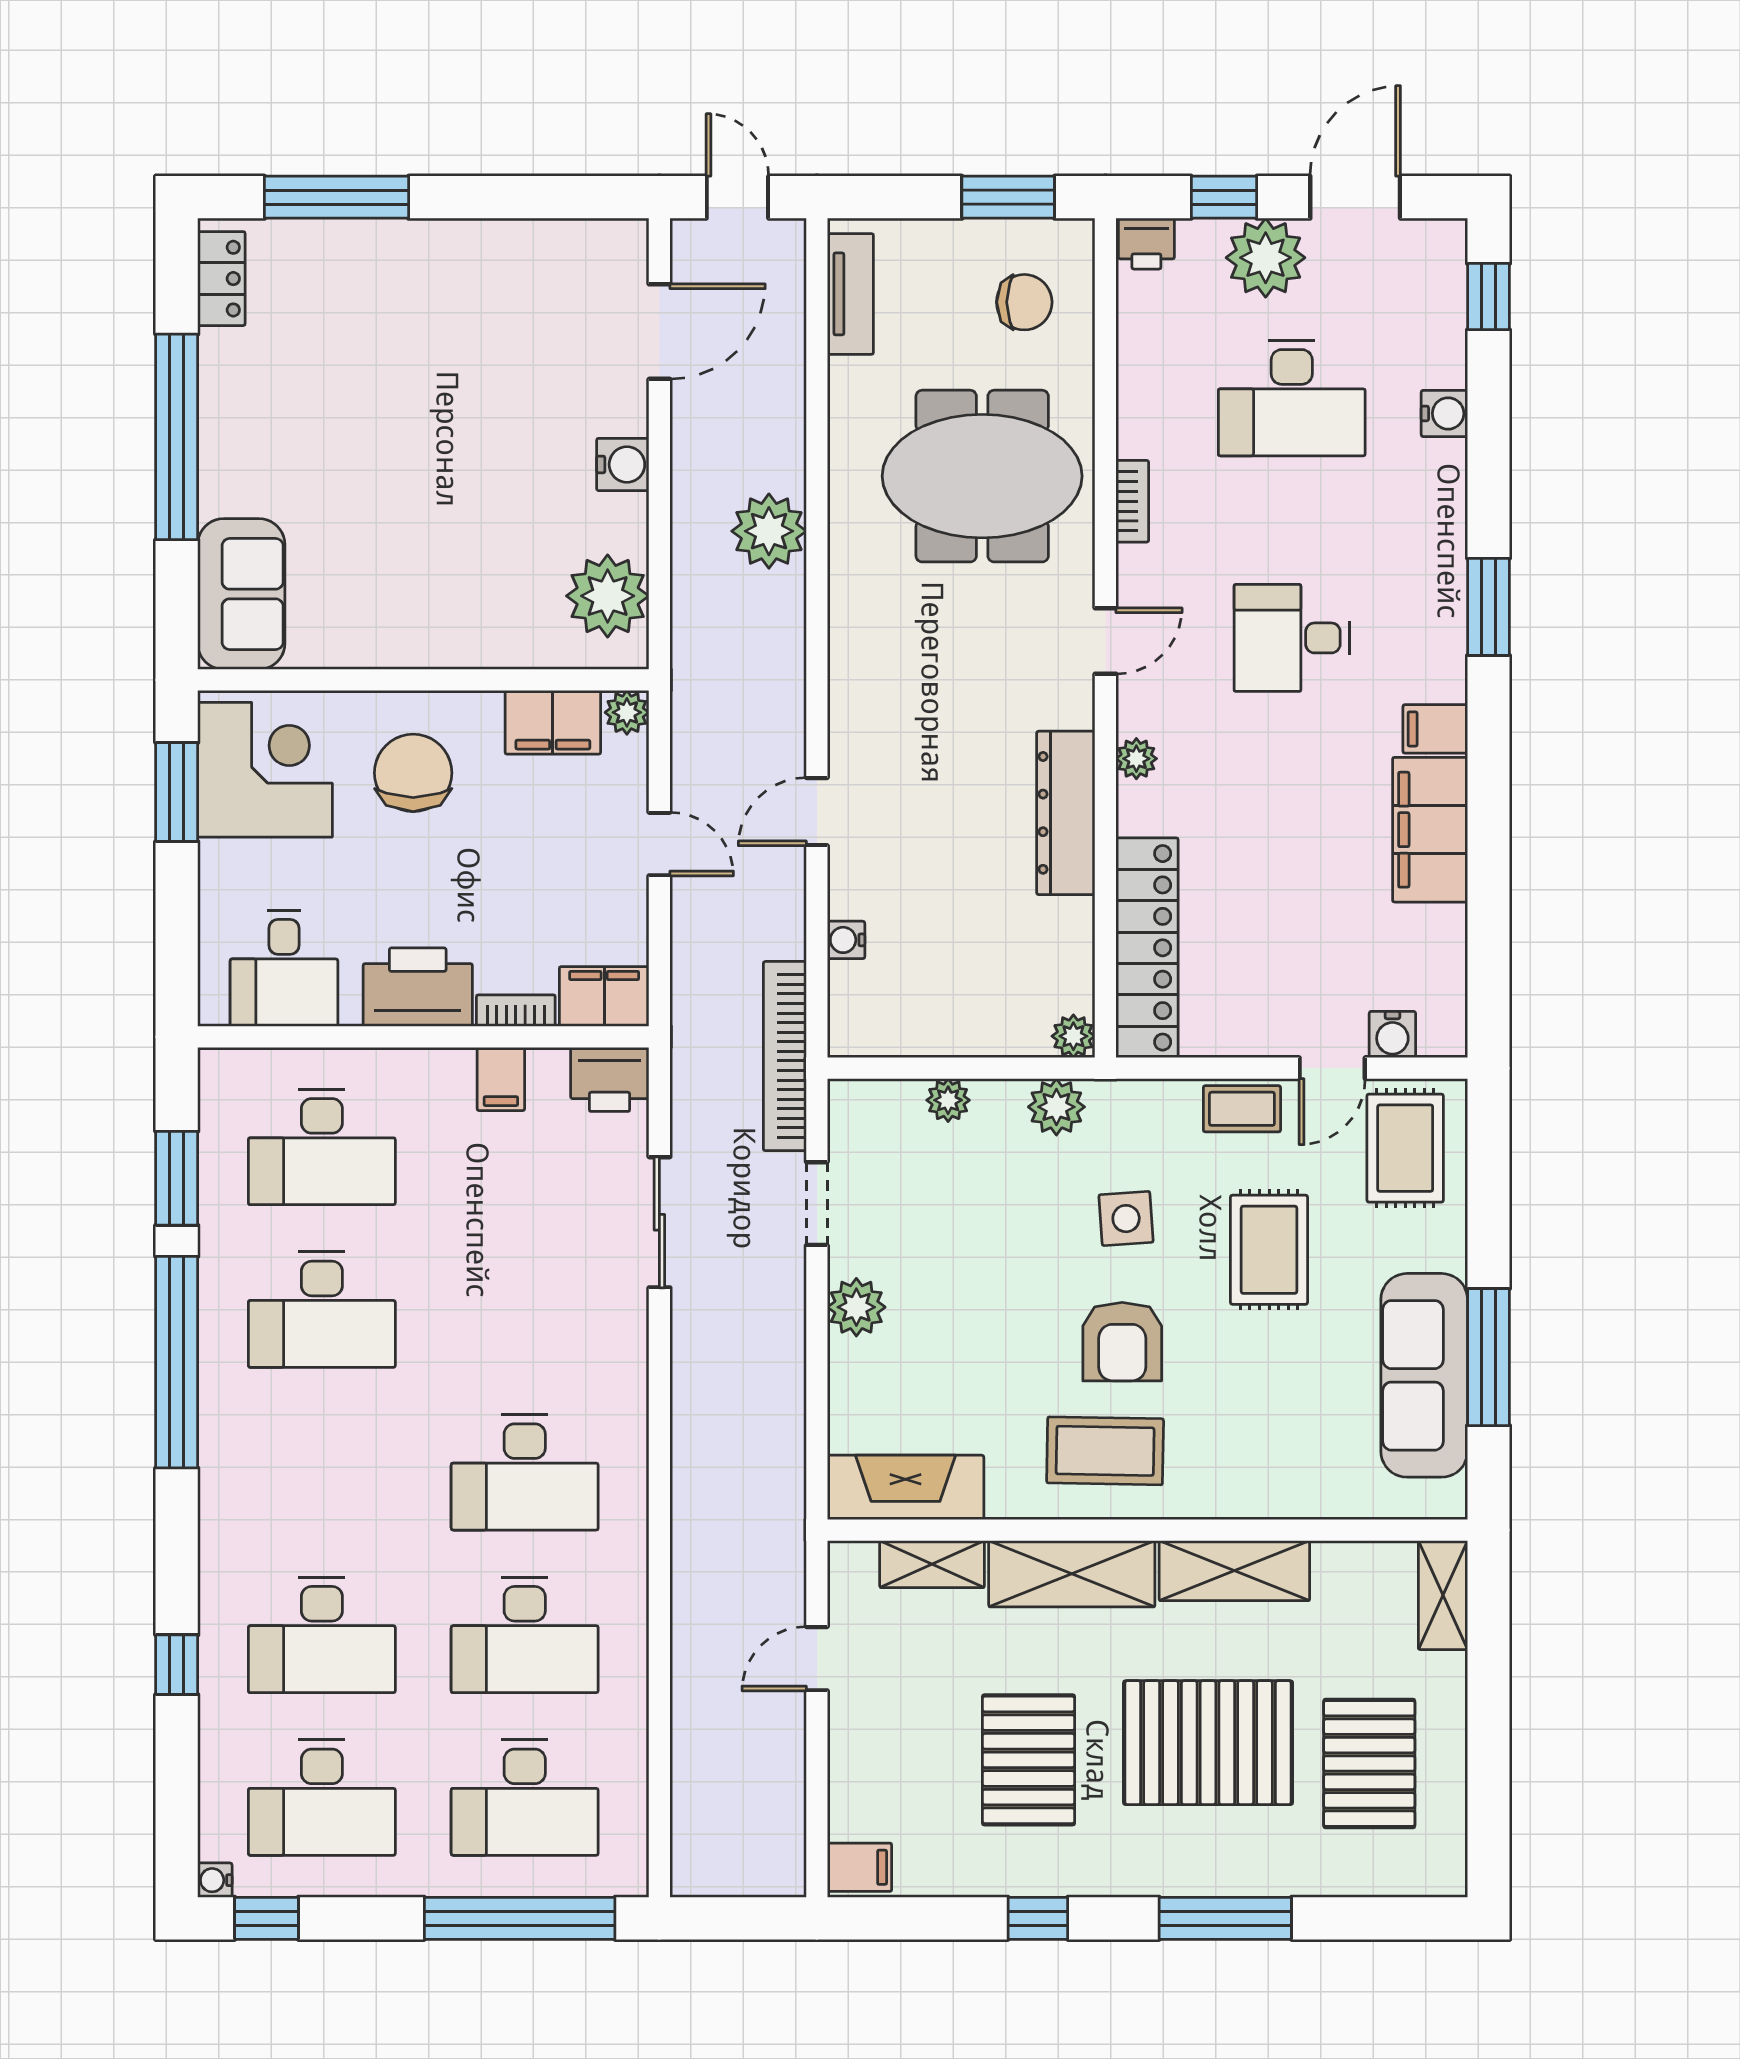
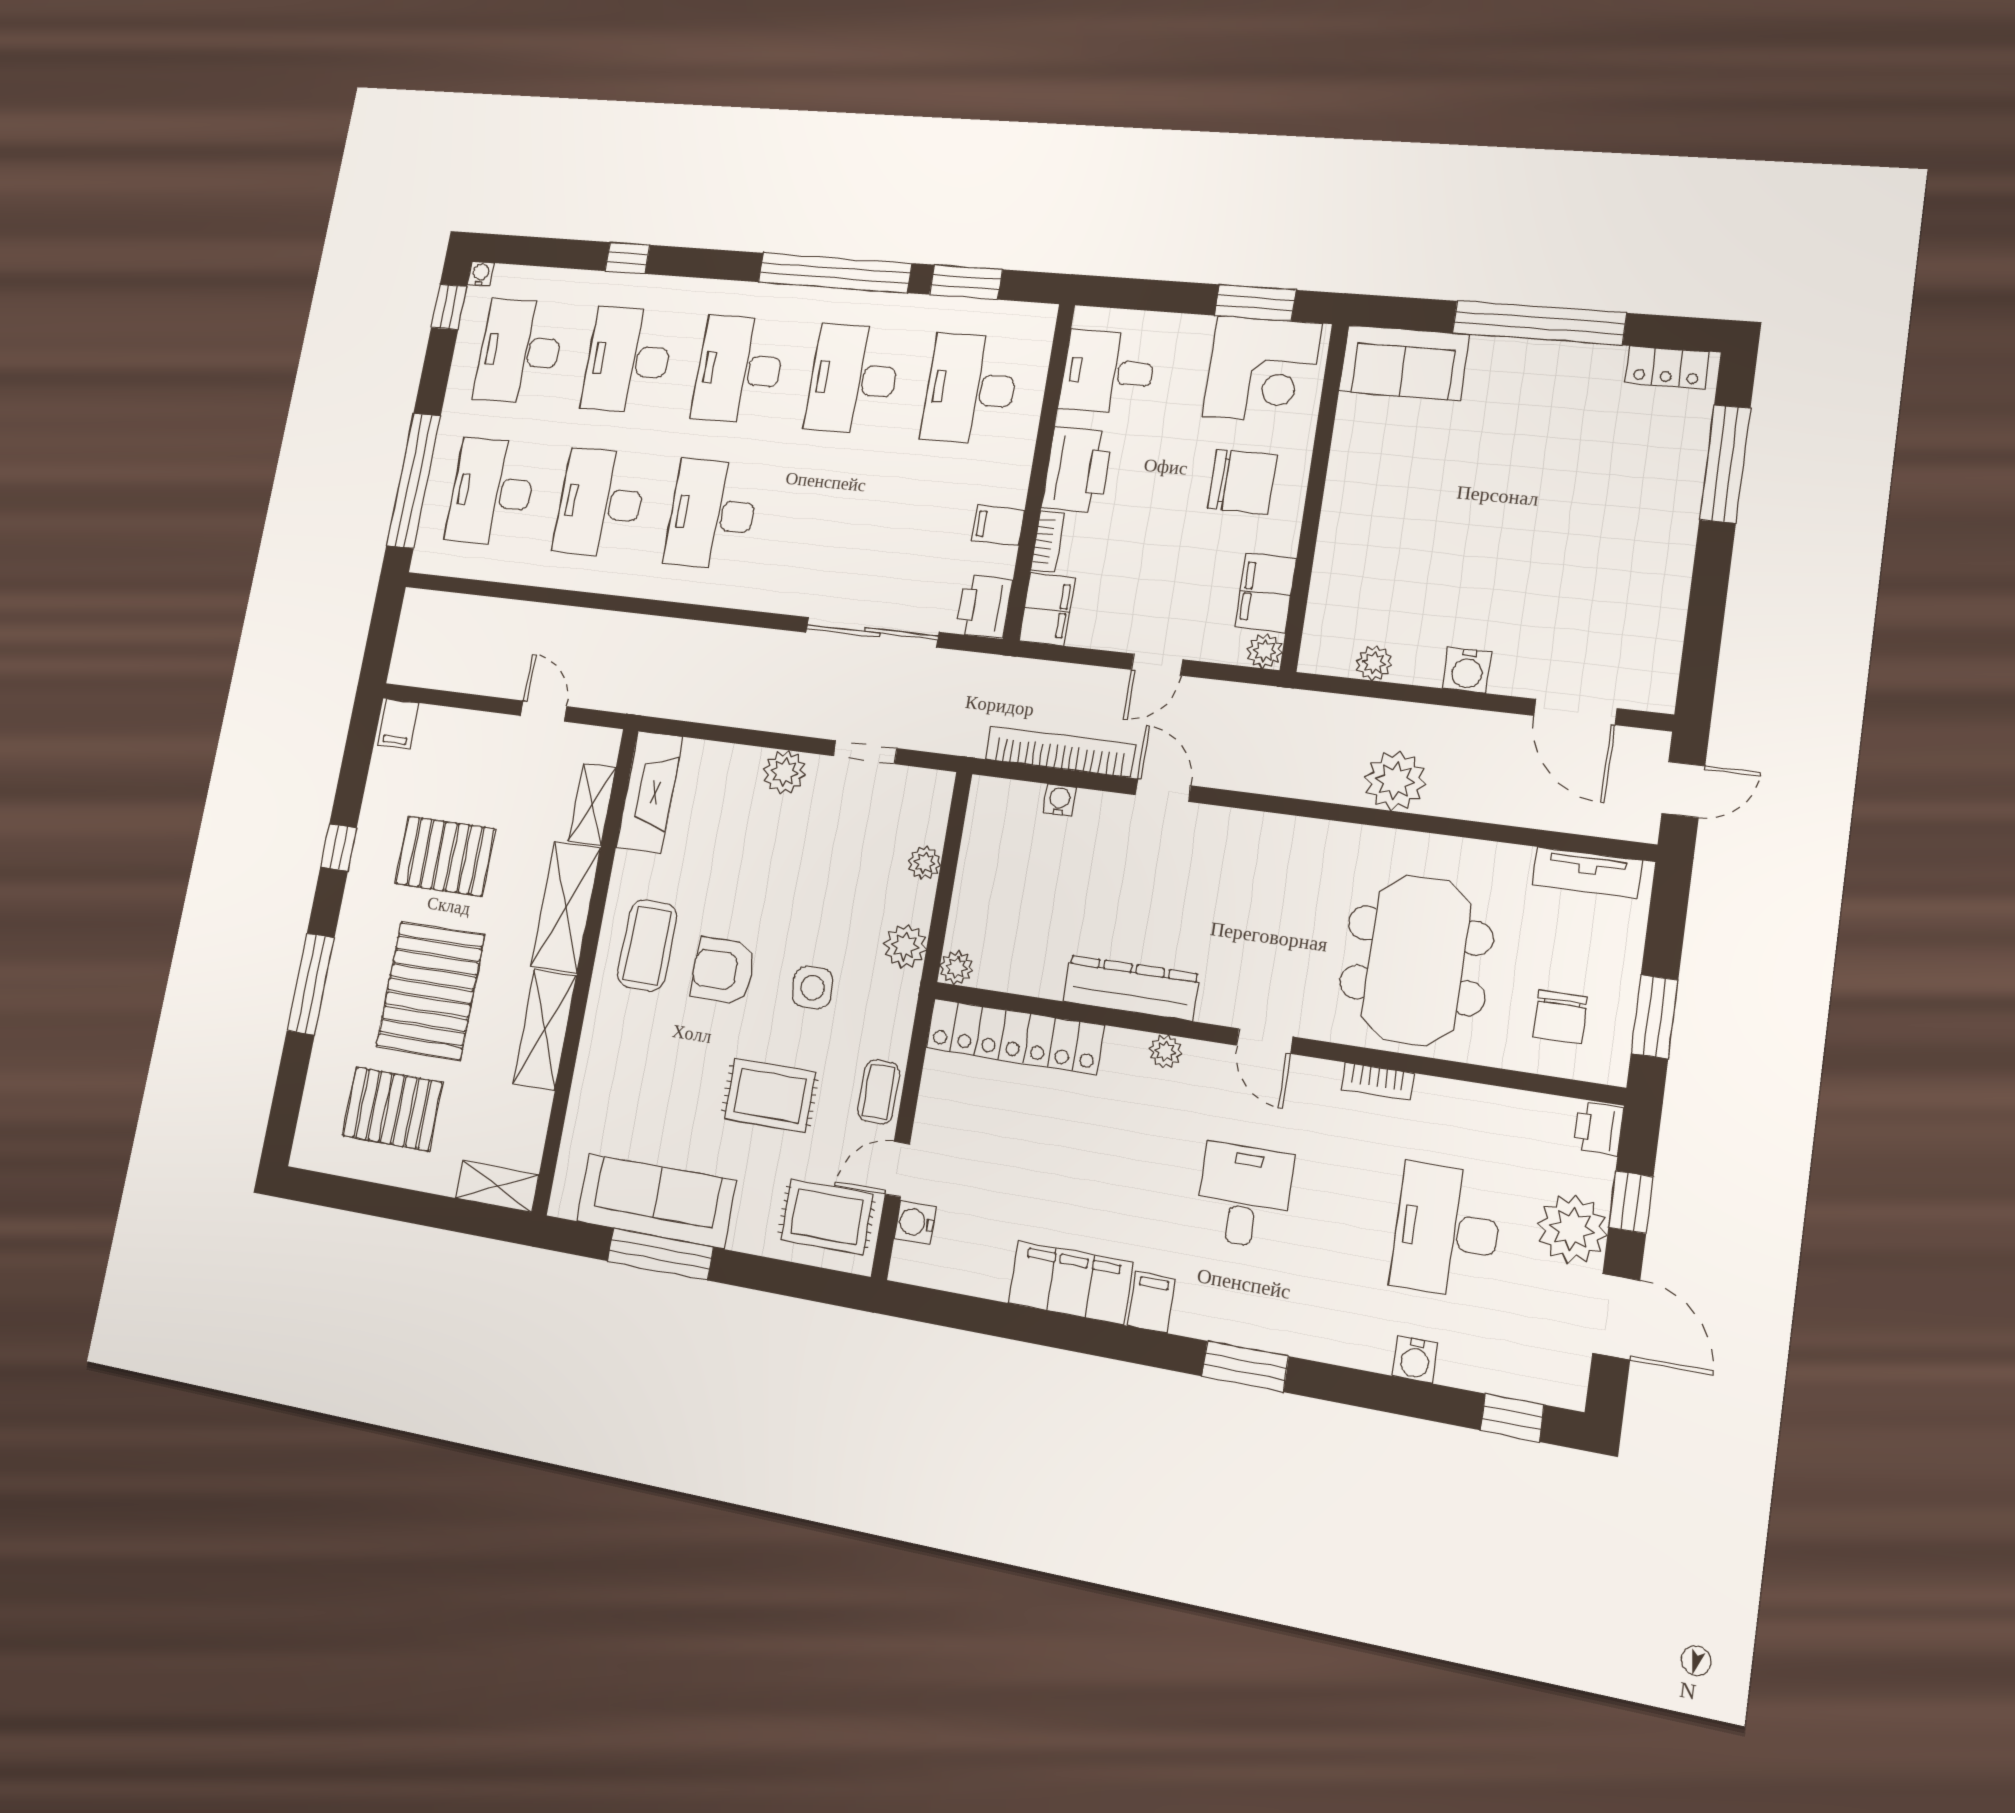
plant: (608, 596) -> (1374, 663), width x0.53, depth x0.53
bookcase: (785, 1056) -> (1060, 752), moved
door: (1332, 1068) -> (897, 1169), hinge flipped
sliding door: (659, 1222) -> (872, 632), width x1.37
desk: (322, 1472) -> (739, 370), added

